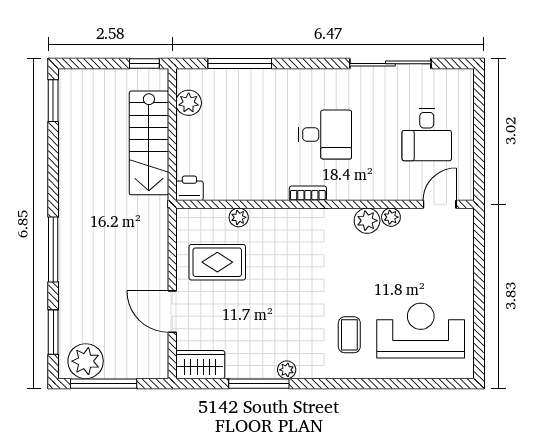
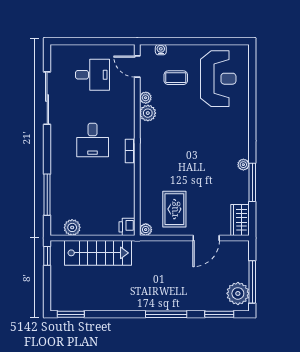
desk: (325, 135) -> (93, 140), turned 180
plant: (239, 217) -> (146, 230), moved
water cooler: (466, 241) -> (161, 50), added
reception desk: (421, 331) -> (218, 79), turned 180
coffee table: (349, 335) -> (176, 78), moved

